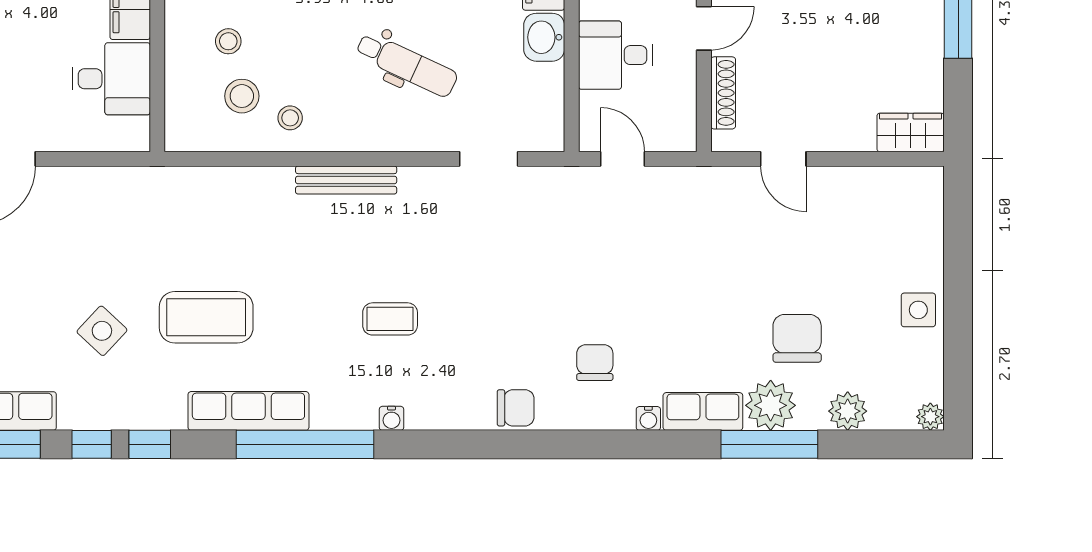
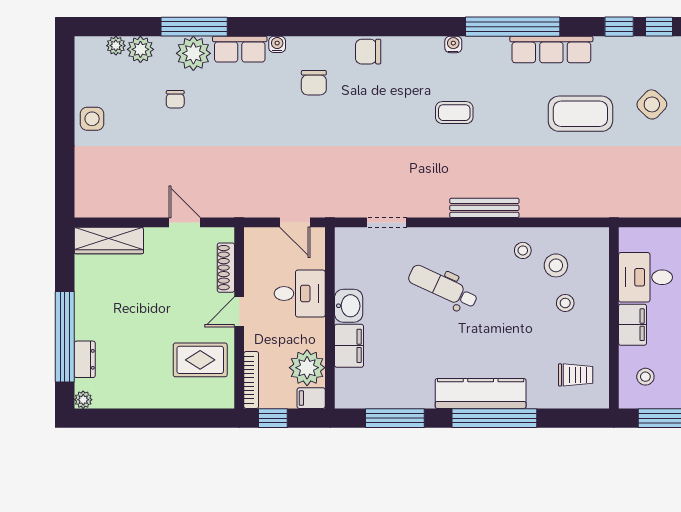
wardrobe: (911, 132) -> (109, 240), width x1.50
chair: (797, 338) -> (175, 99), width x0.54, depth x0.54
plant: (930, 417) -> (116, 46), moved

